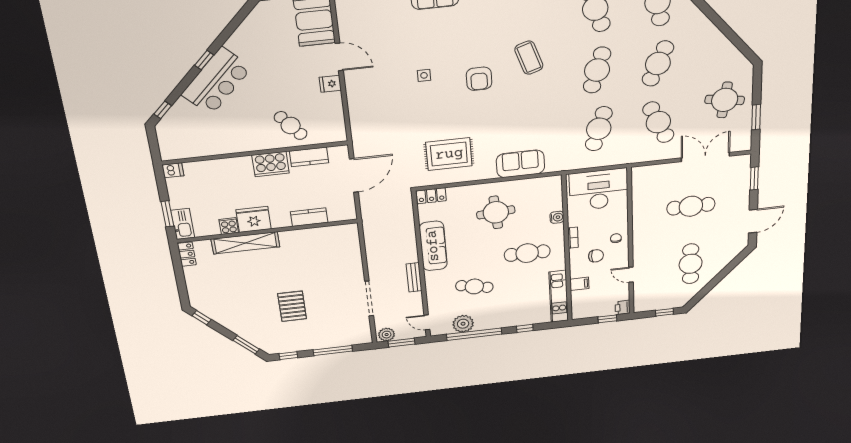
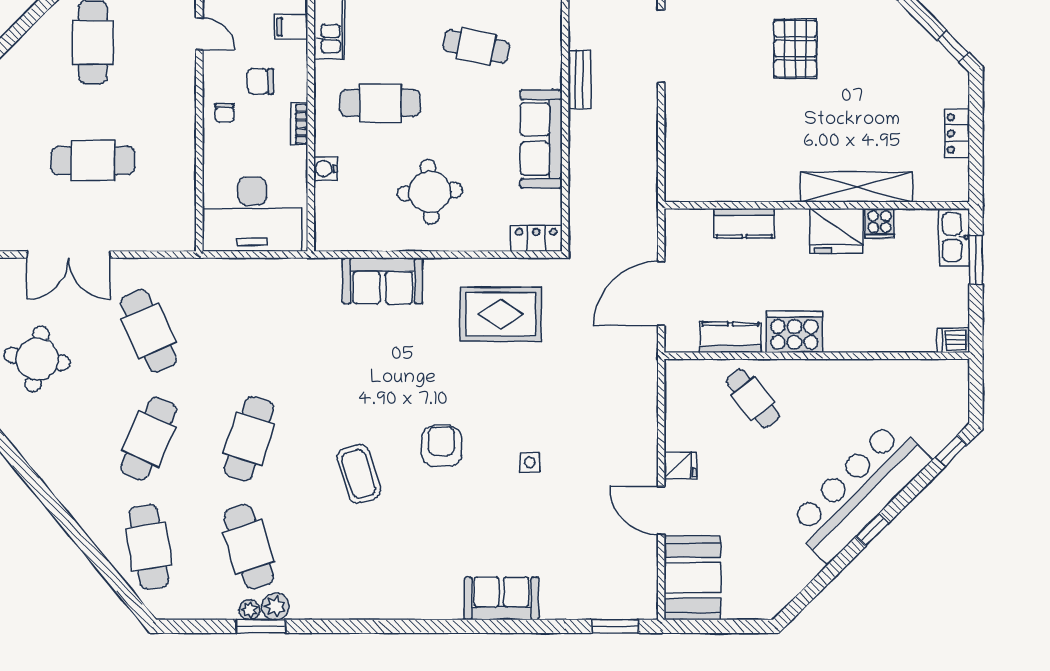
bar counter: (216, 81) -> (859, 491), width x1.36
cafe table: (599, 129) -> (249, 331), removed
locker: (187, 254) -> (957, 133), moved

